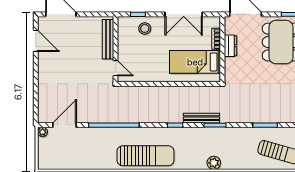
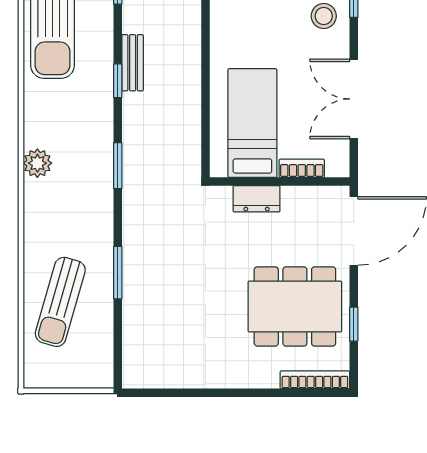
dresser: (230, 46) -> (257, 199), moved
bench: (201, 118) -> (133, 63), moved, width x0.73

